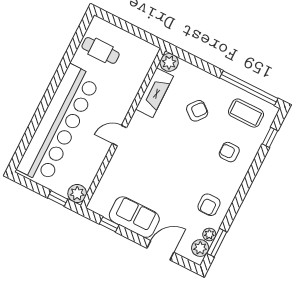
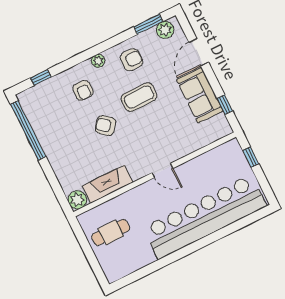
cafe table: (101, 50) -> (111, 232), moved, turned 90
armchair: (197, 111) -> (106, 126), moved
coffee table: (246, 113) -> (139, 97), moved, turned 90
plant: (77, 194) -> (232, 149), removed
plant: (209, 234) -> (98, 61), moved
door: (160, 250) -> (199, 52), hinge flipped

